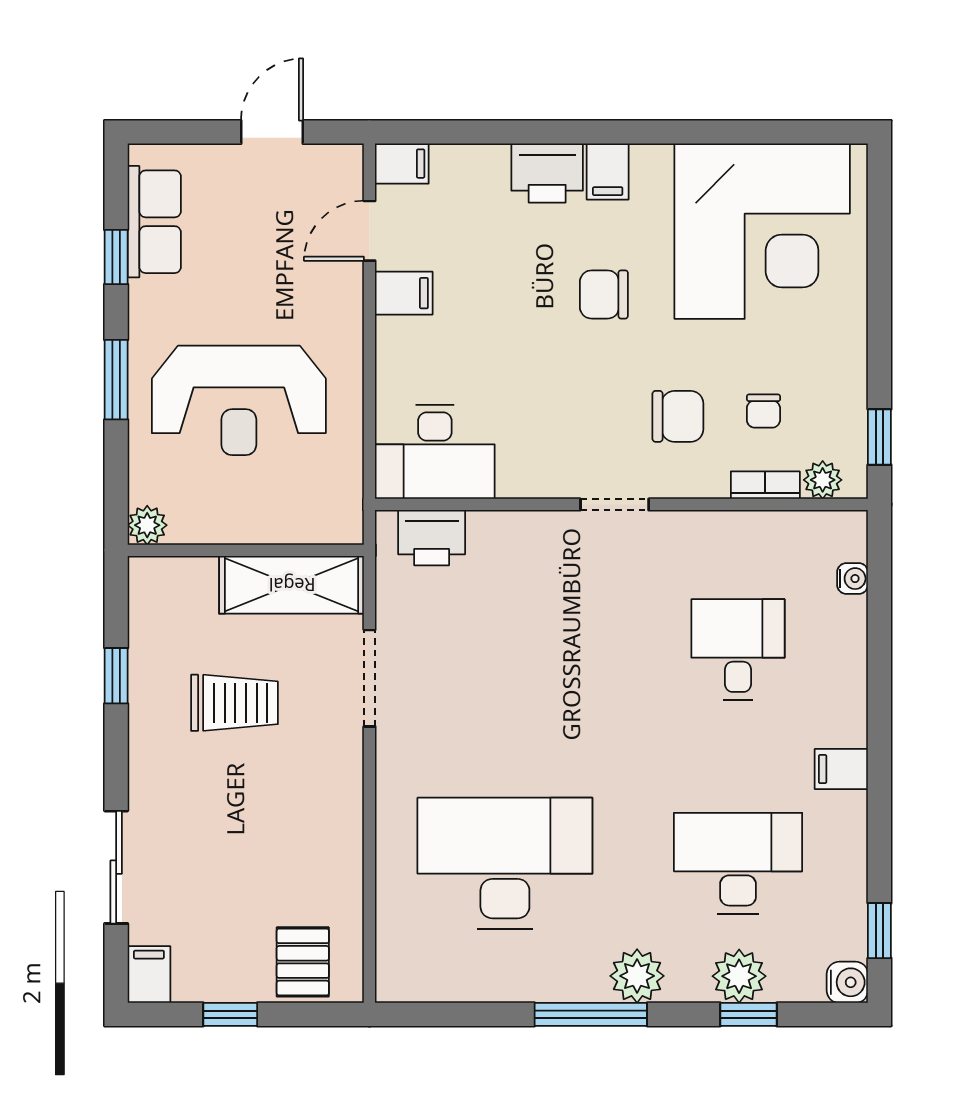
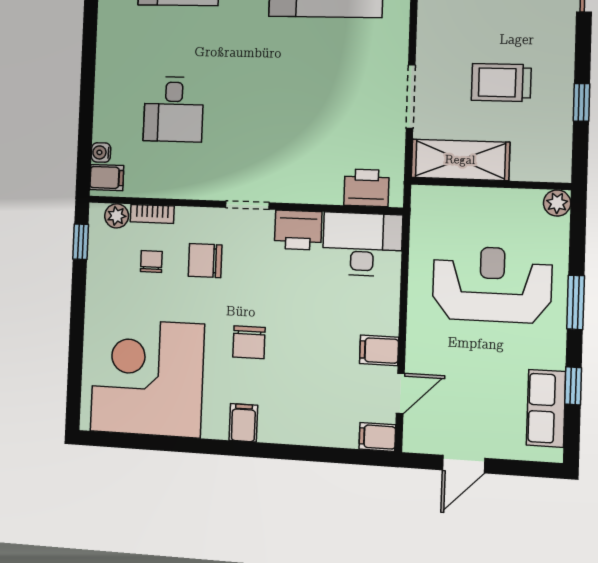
printer: (547, 173) -> (298, 230), moved, turned 180
chair: (604, 294) -> (249, 342), turned 90
filing cabinet: (841, 769) -> (107, 178), moved

